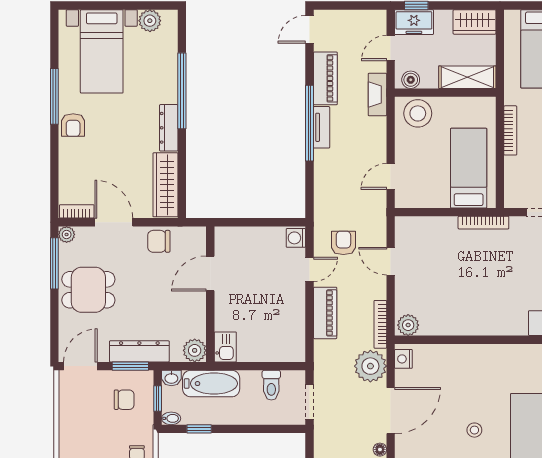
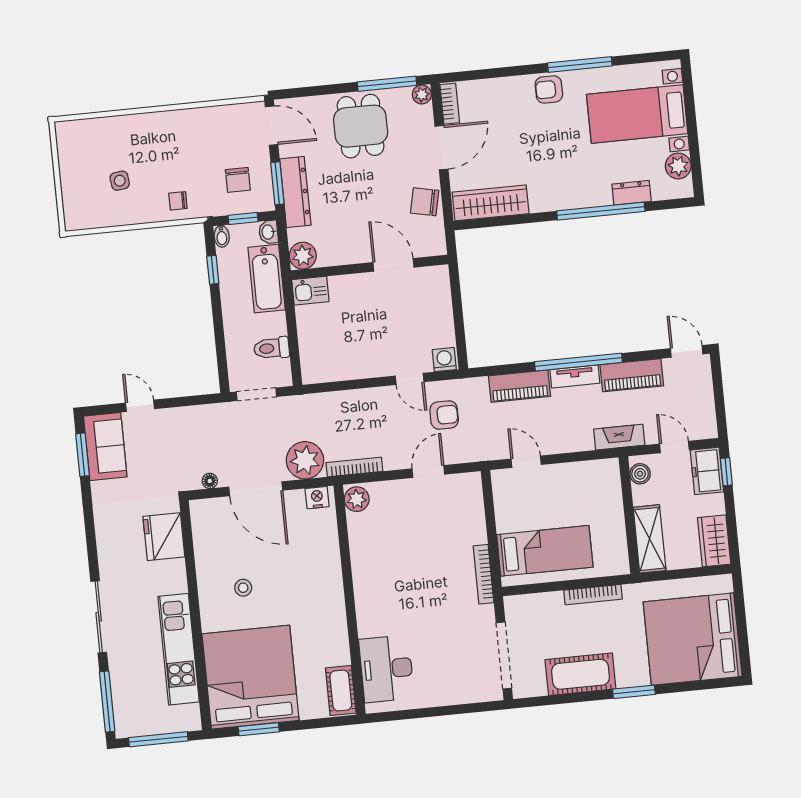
stool: (418, 113) -> (602, 486), removed
dresser: (169, 128) -> (632, 193), moved, width x0.70
chair: (159, 241) -> (425, 202), turned -78
piano: (325, 313) -> (520, 386), moved

